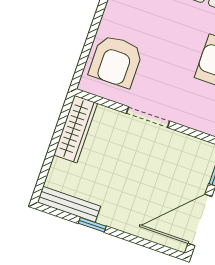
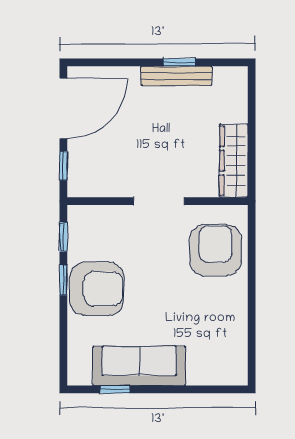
bench: (69, 204) -> (176, 76), moved

